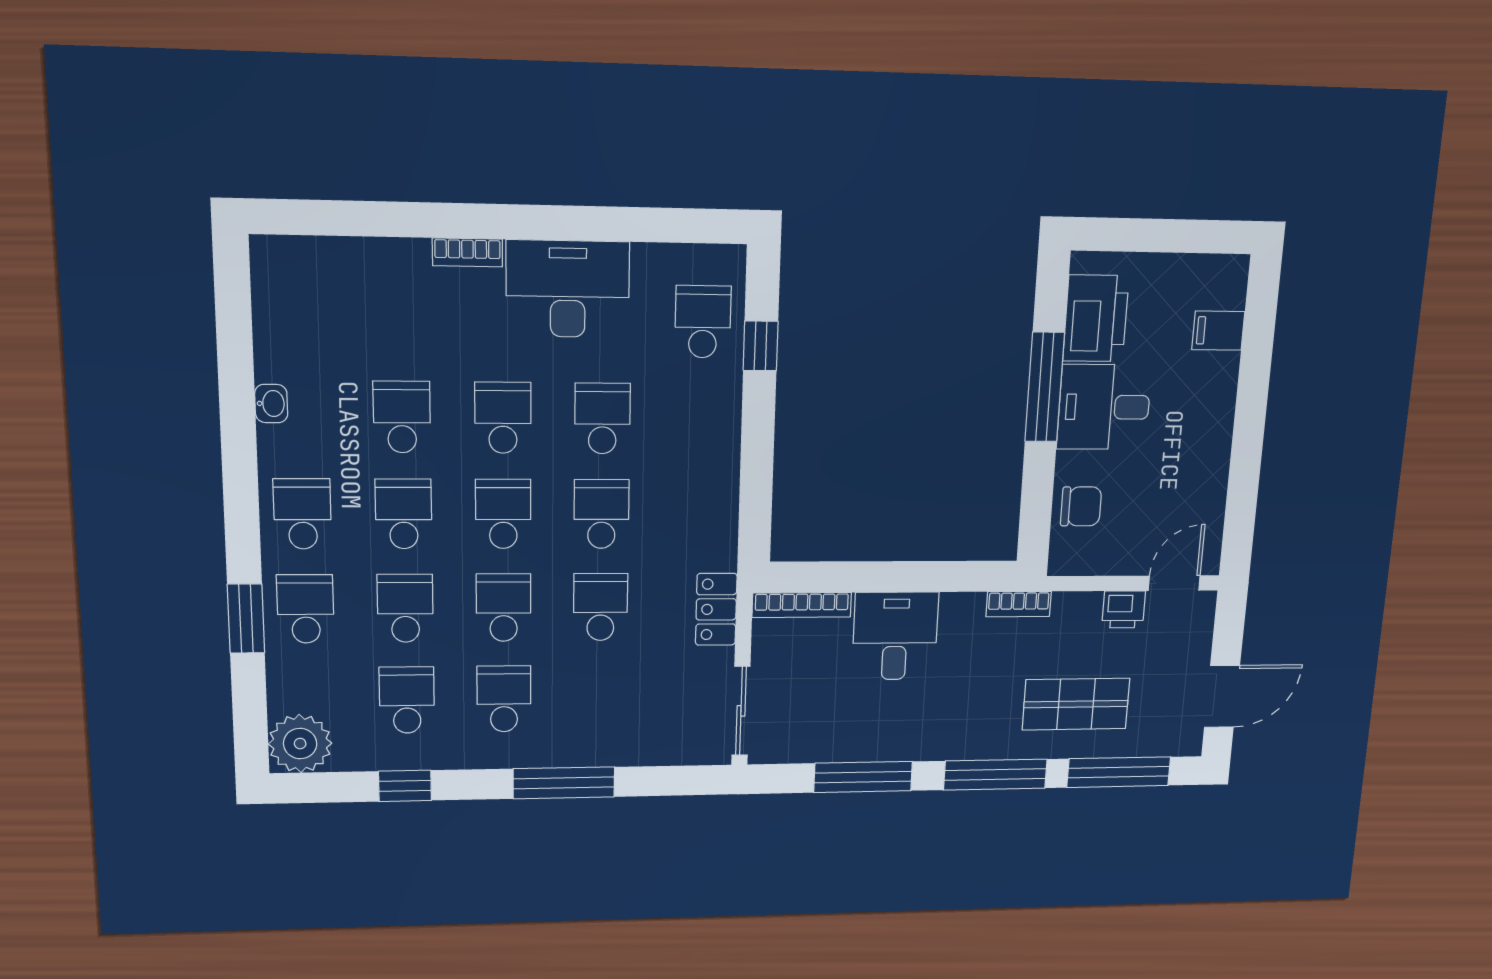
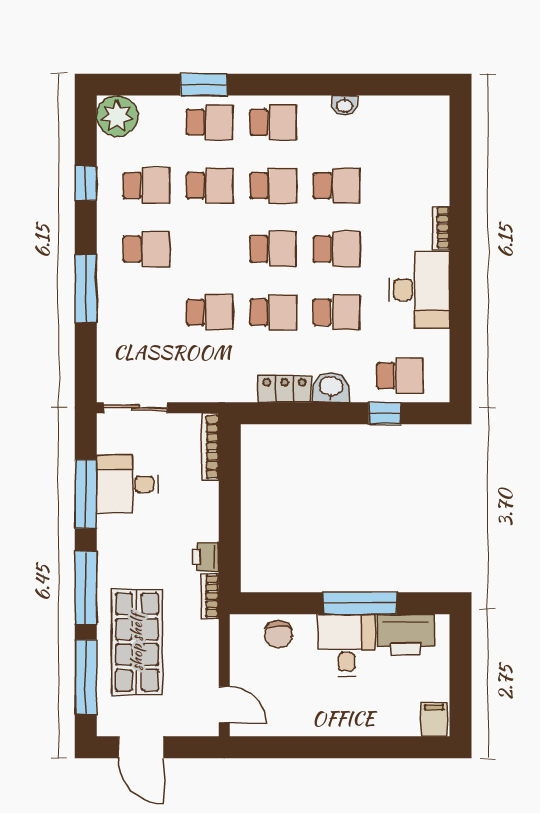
filing cabinet: (1218, 331) -> (434, 719), moved
washbasin: (718, 428) -> (331, 387), added
school desk: (504, 608) -> (210, 249), removed
locker: (716, 609) -> (285, 389), moved
printer: (1124, 609) -> (206, 557), moved
desk: (895, 636) -> (128, 484), moved, turned 180
shop shelf: (1076, 704) -> (137, 642), width x1.43, depth x1.36

